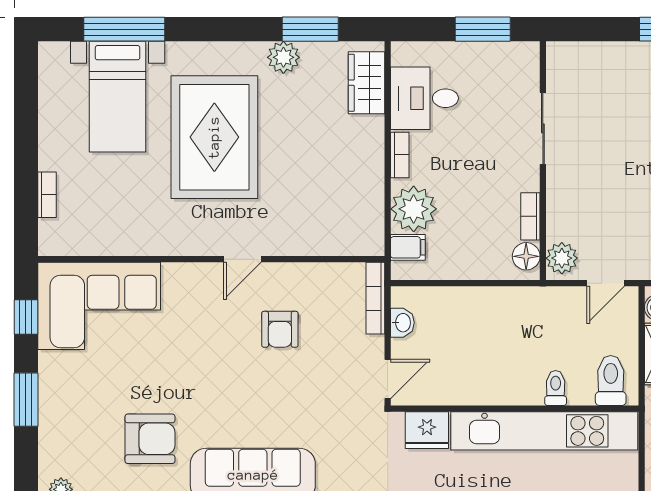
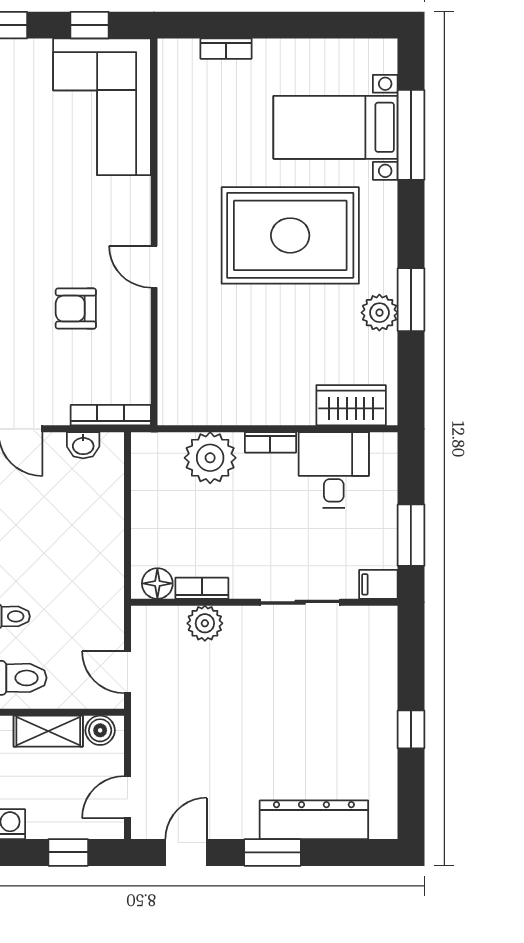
window: (310, 29) -> (411, 300), moved
filing cabinet: (408, 247) -> (378, 584), moved, turned 90
plant: (562, 258) -> (205, 623), moved

